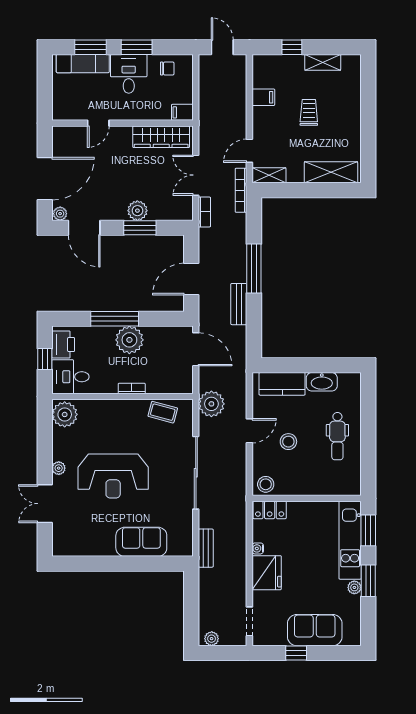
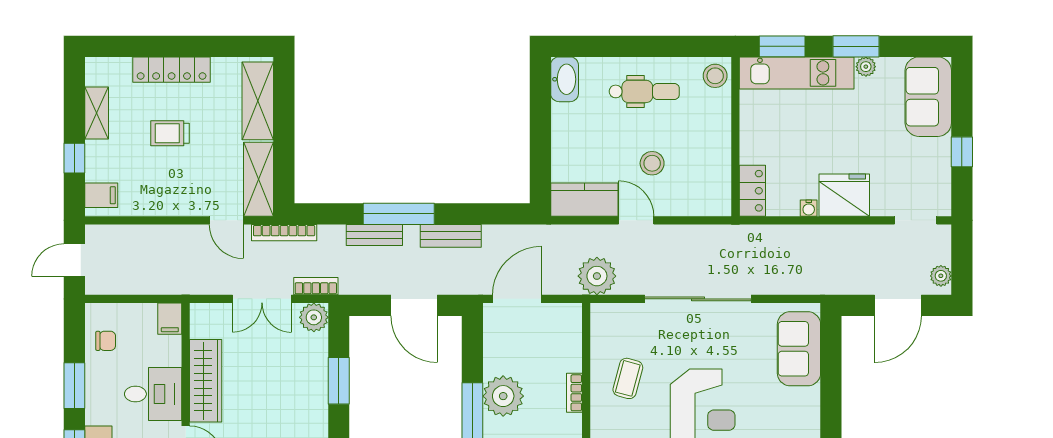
chair: (167, 69) -> (106, 341), turned 90
desk: (129, 74) -> (153, 394), moved, turned 180
filing cabinet: (263, 97) -> (101, 195), moved, turned 90
locker: (352, 114) -> (172, 70), added
wardrobe: (161, 137) -> (206, 381), moved
shelving: (269, 175) -> (258, 179), width x1.50, depth x1.33
plant: (137, 211) -> (314, 317), moved
washbasin: (322, 382) -> (565, 79), moved
kitchen counter: (282, 384) -> (584, 200), moved, turned -90
coffee table: (163, 412) -> (628, 378), moved
stool: (266, 484) -> (715, 76), moved
sofa: (141, 542) -> (799, 349), moved
bench: (206, 548) -> (374, 235), moved
door: (191, 609) -> (898, 305), added
sofa: (315, 630) -> (928, 97), moved

